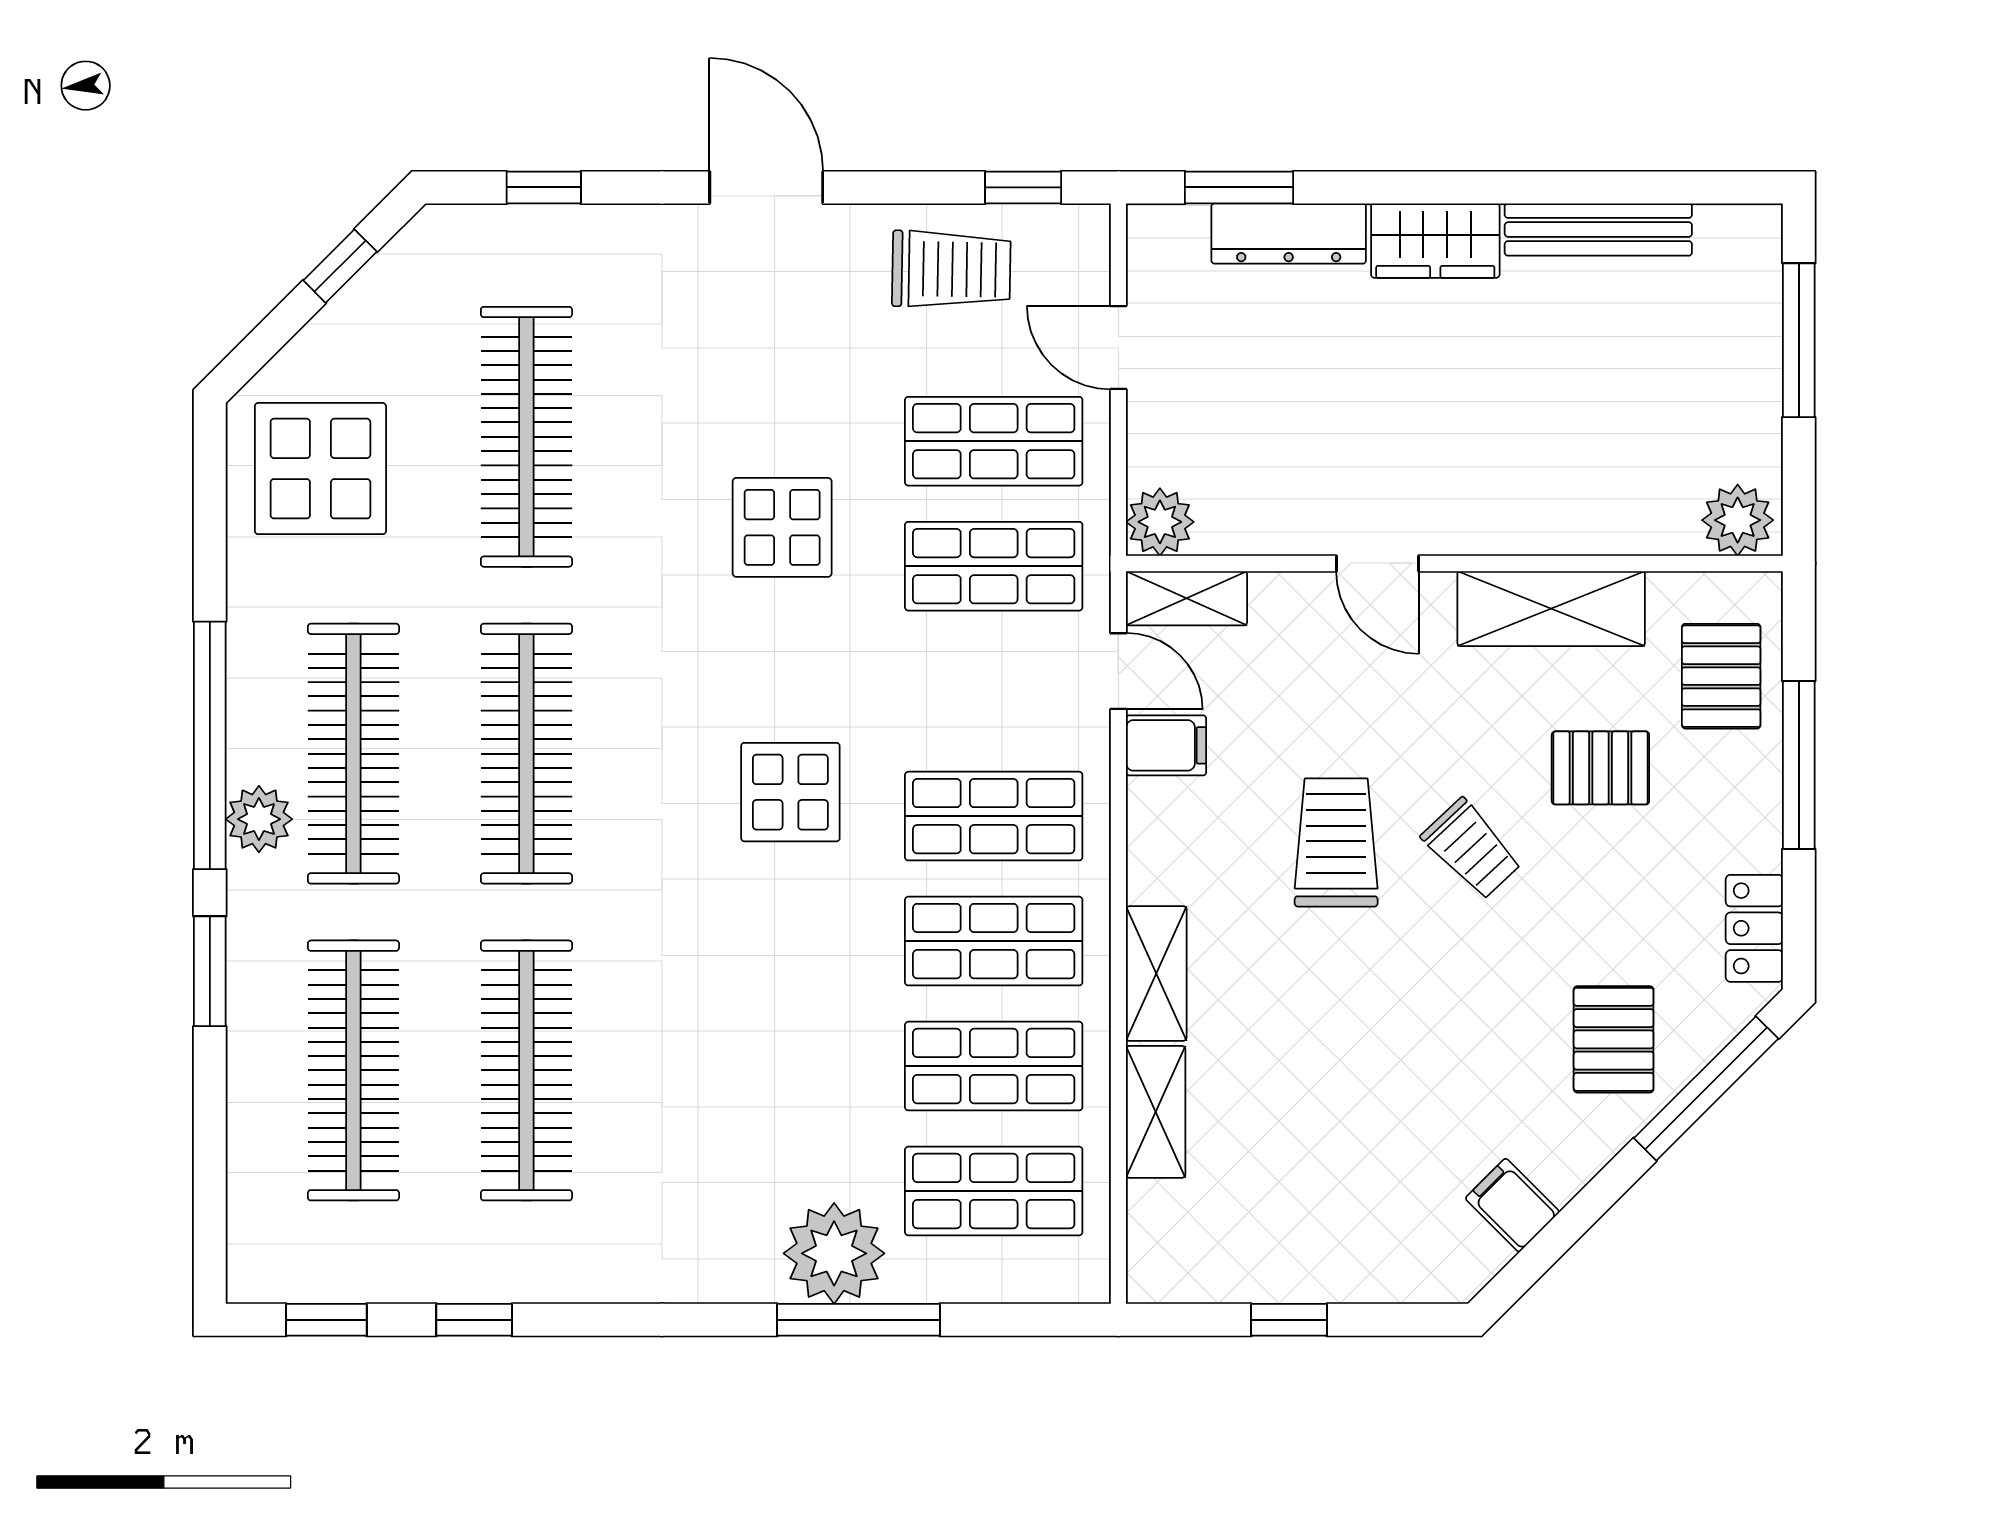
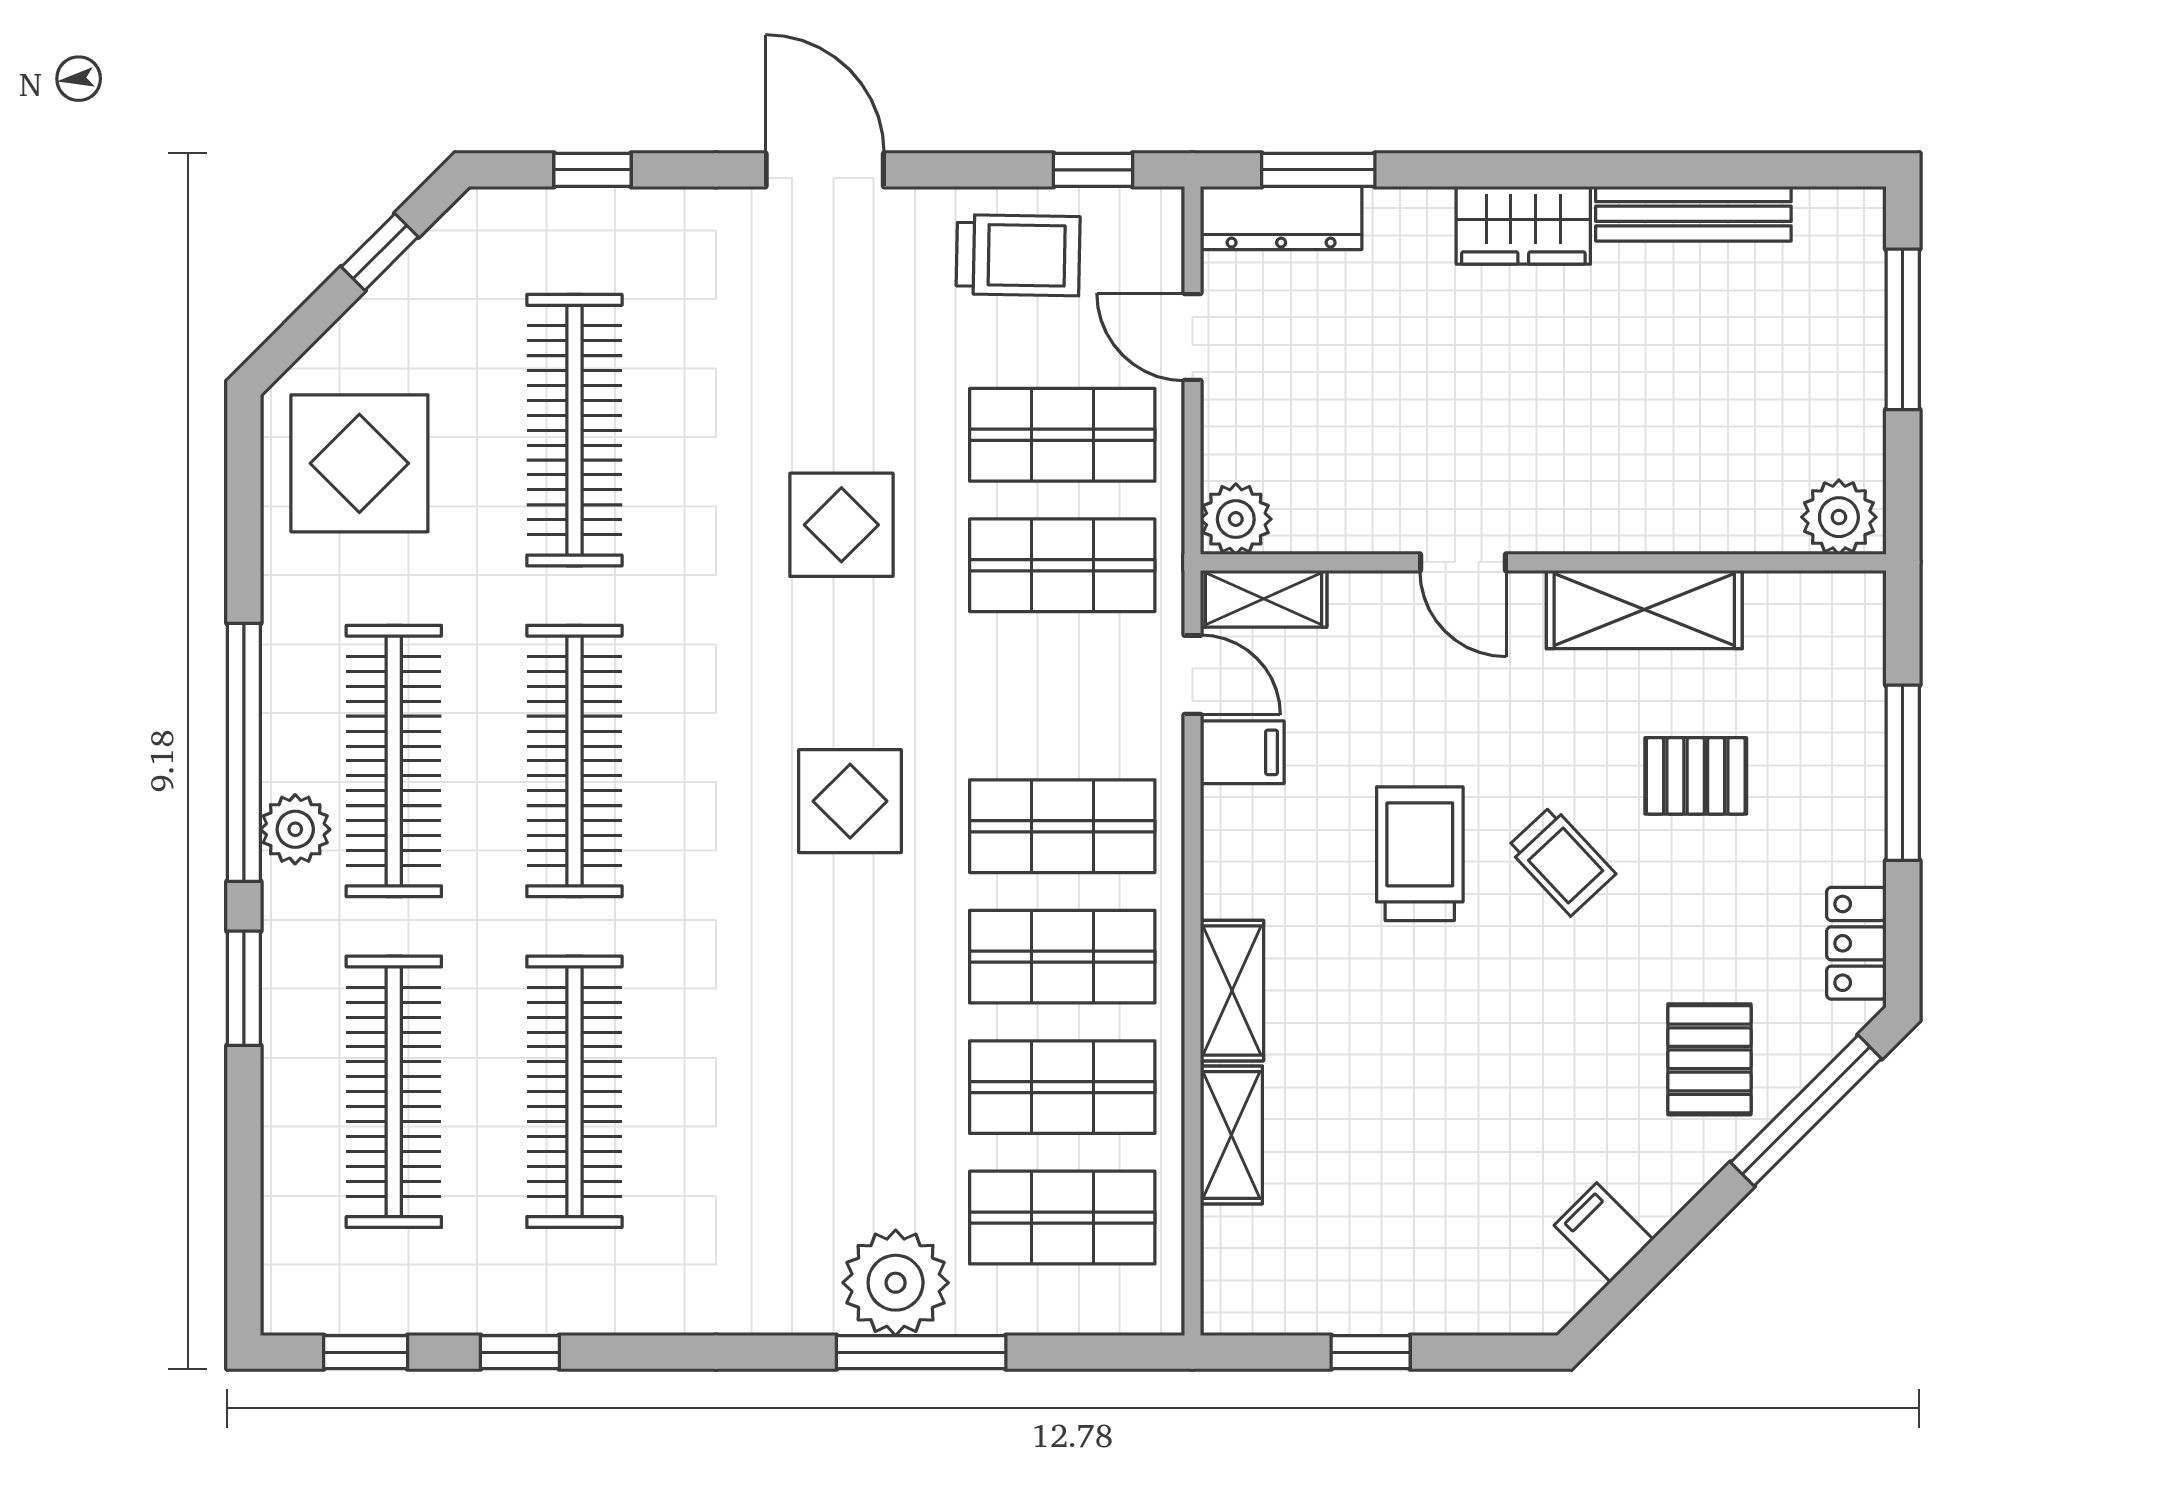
dresser: (1289, 233) -> (1281, 218), moved
pallet: (1721, 676) -> (1822, 680), removed

